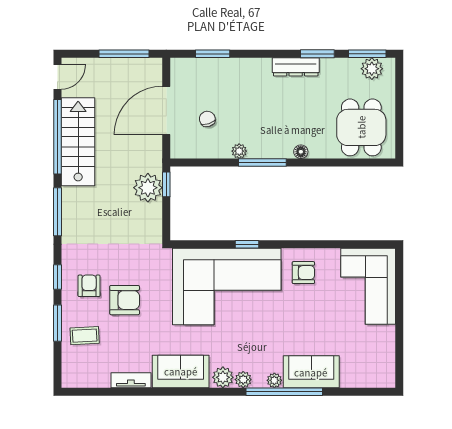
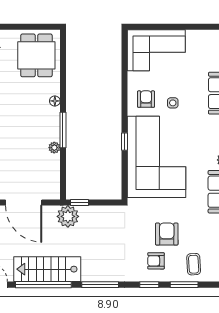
chair: (207, 119) -> (30, 172), removed
dining table: (361, 127) -> (36, 55), turned 90
plant: (148, 188) -> (68, 216), moved
side table: (298, 308) -> (173, 103), added

